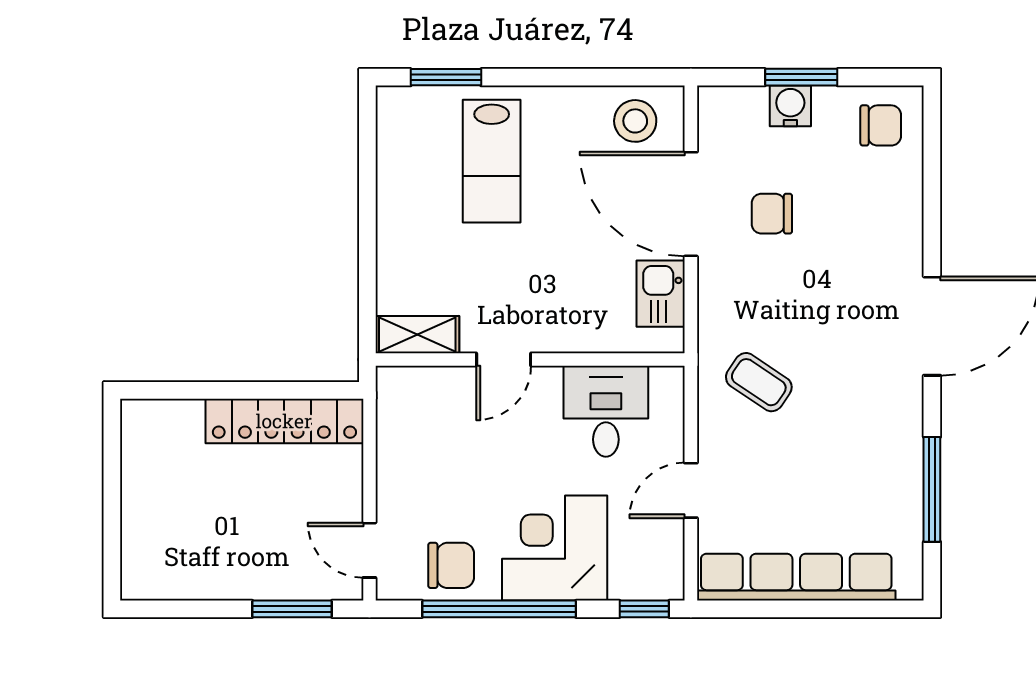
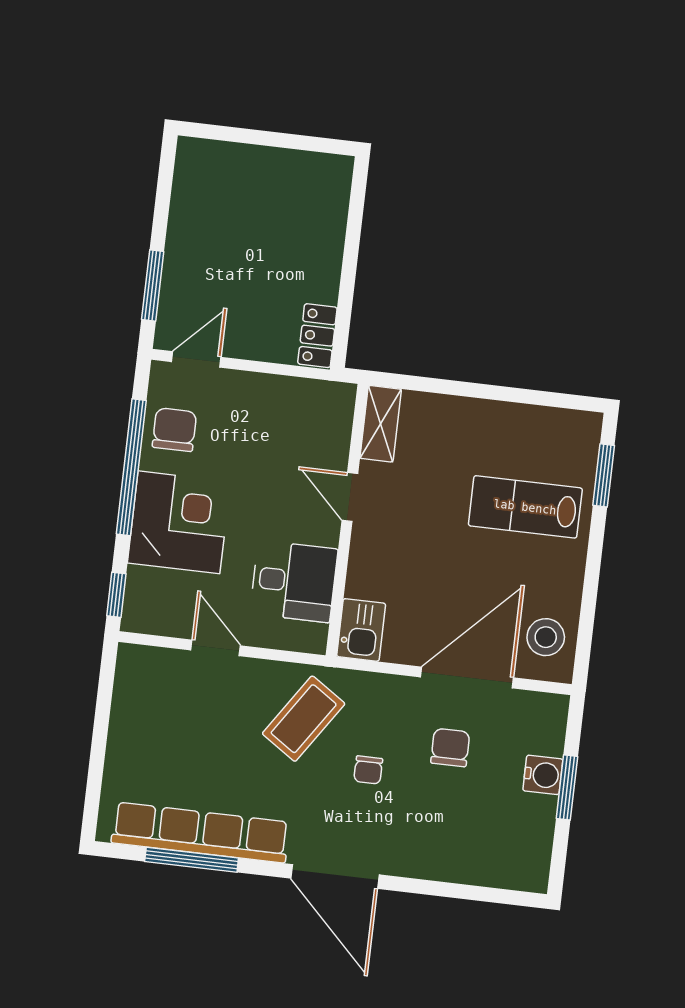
chair: (881, 125) -> (368, 770), moved, width x0.73, depth x0.73
kitchen sink: (661, 294) -> (361, 630), moved, turned 90
coffee table: (759, 382) -> (304, 719), width x1.36, depth x1.30
locker: (284, 421) -> (317, 336), width x0.46, depth x0.83
chair: (451, 565) -> (174, 430), turned 180
row of seats: (796, 577) -> (200, 832), moved, turned -90

